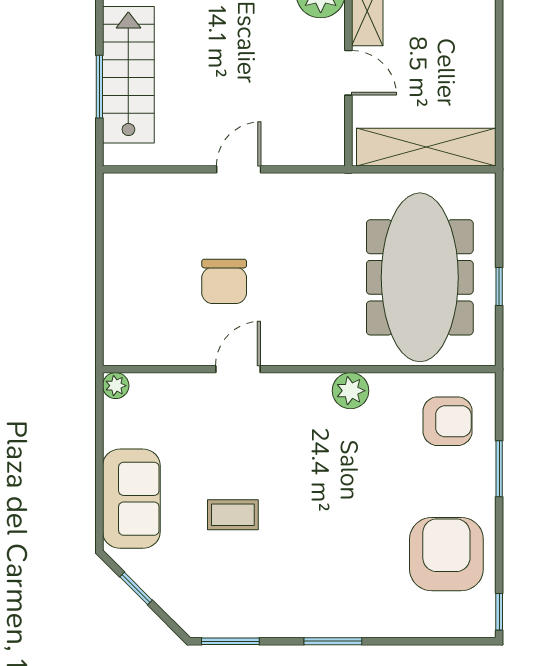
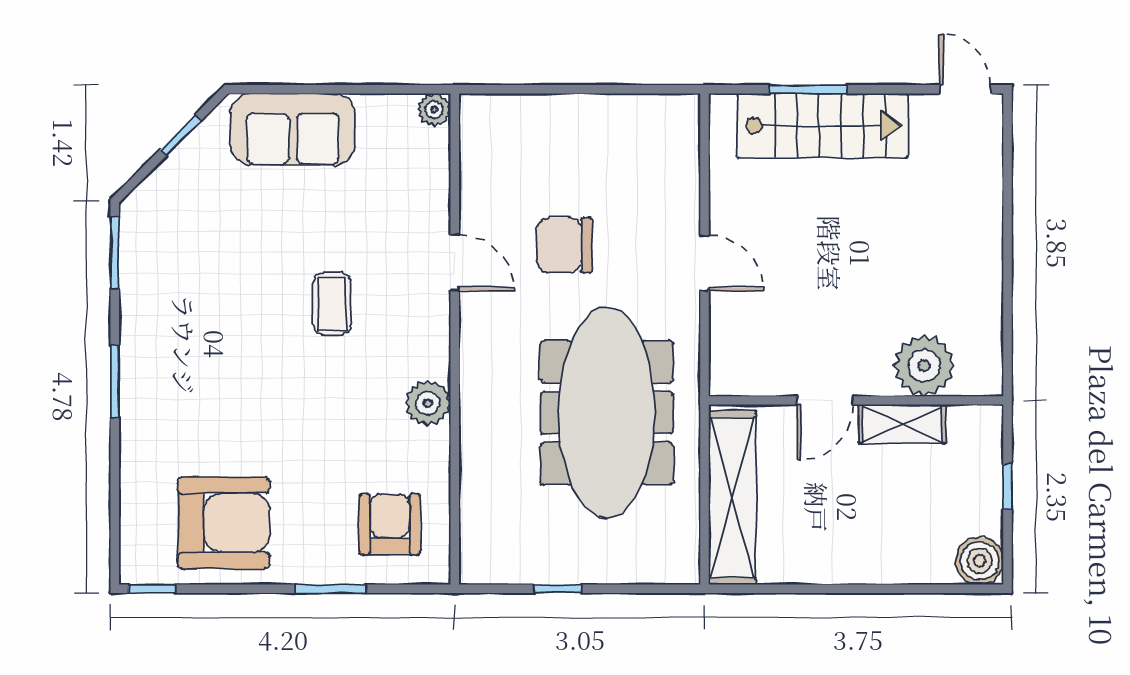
meeting table: (420, 277) -> (607, 413), moved, turned 90
armchair: (448, 421) -> (390, 524), turned 180
coffee table: (233, 515) -> (332, 304), moved

